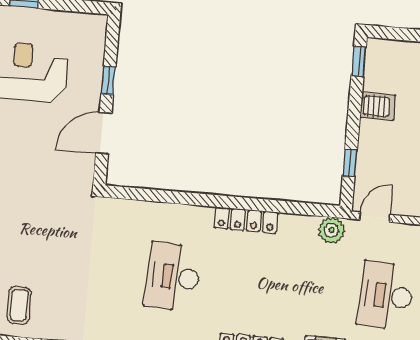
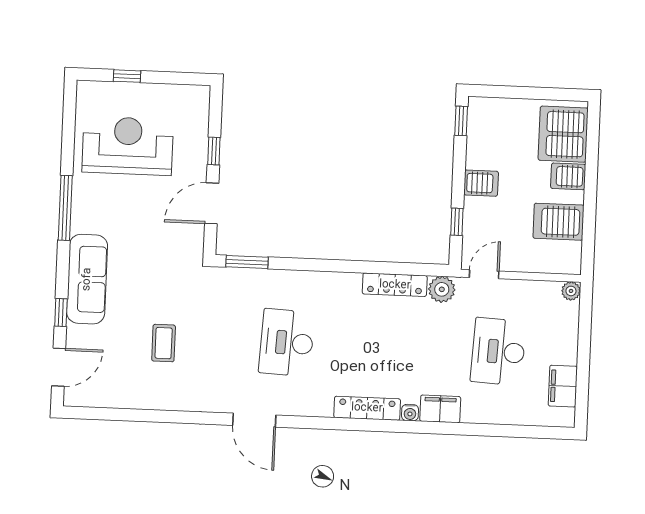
server rack: (378, 106) -> (481, 183), moved
window: (137, 194) -> (247, 262), added
locker: (246, 220) -> (395, 285), moved
coffee table: (19, 305) -> (164, 343), moved

